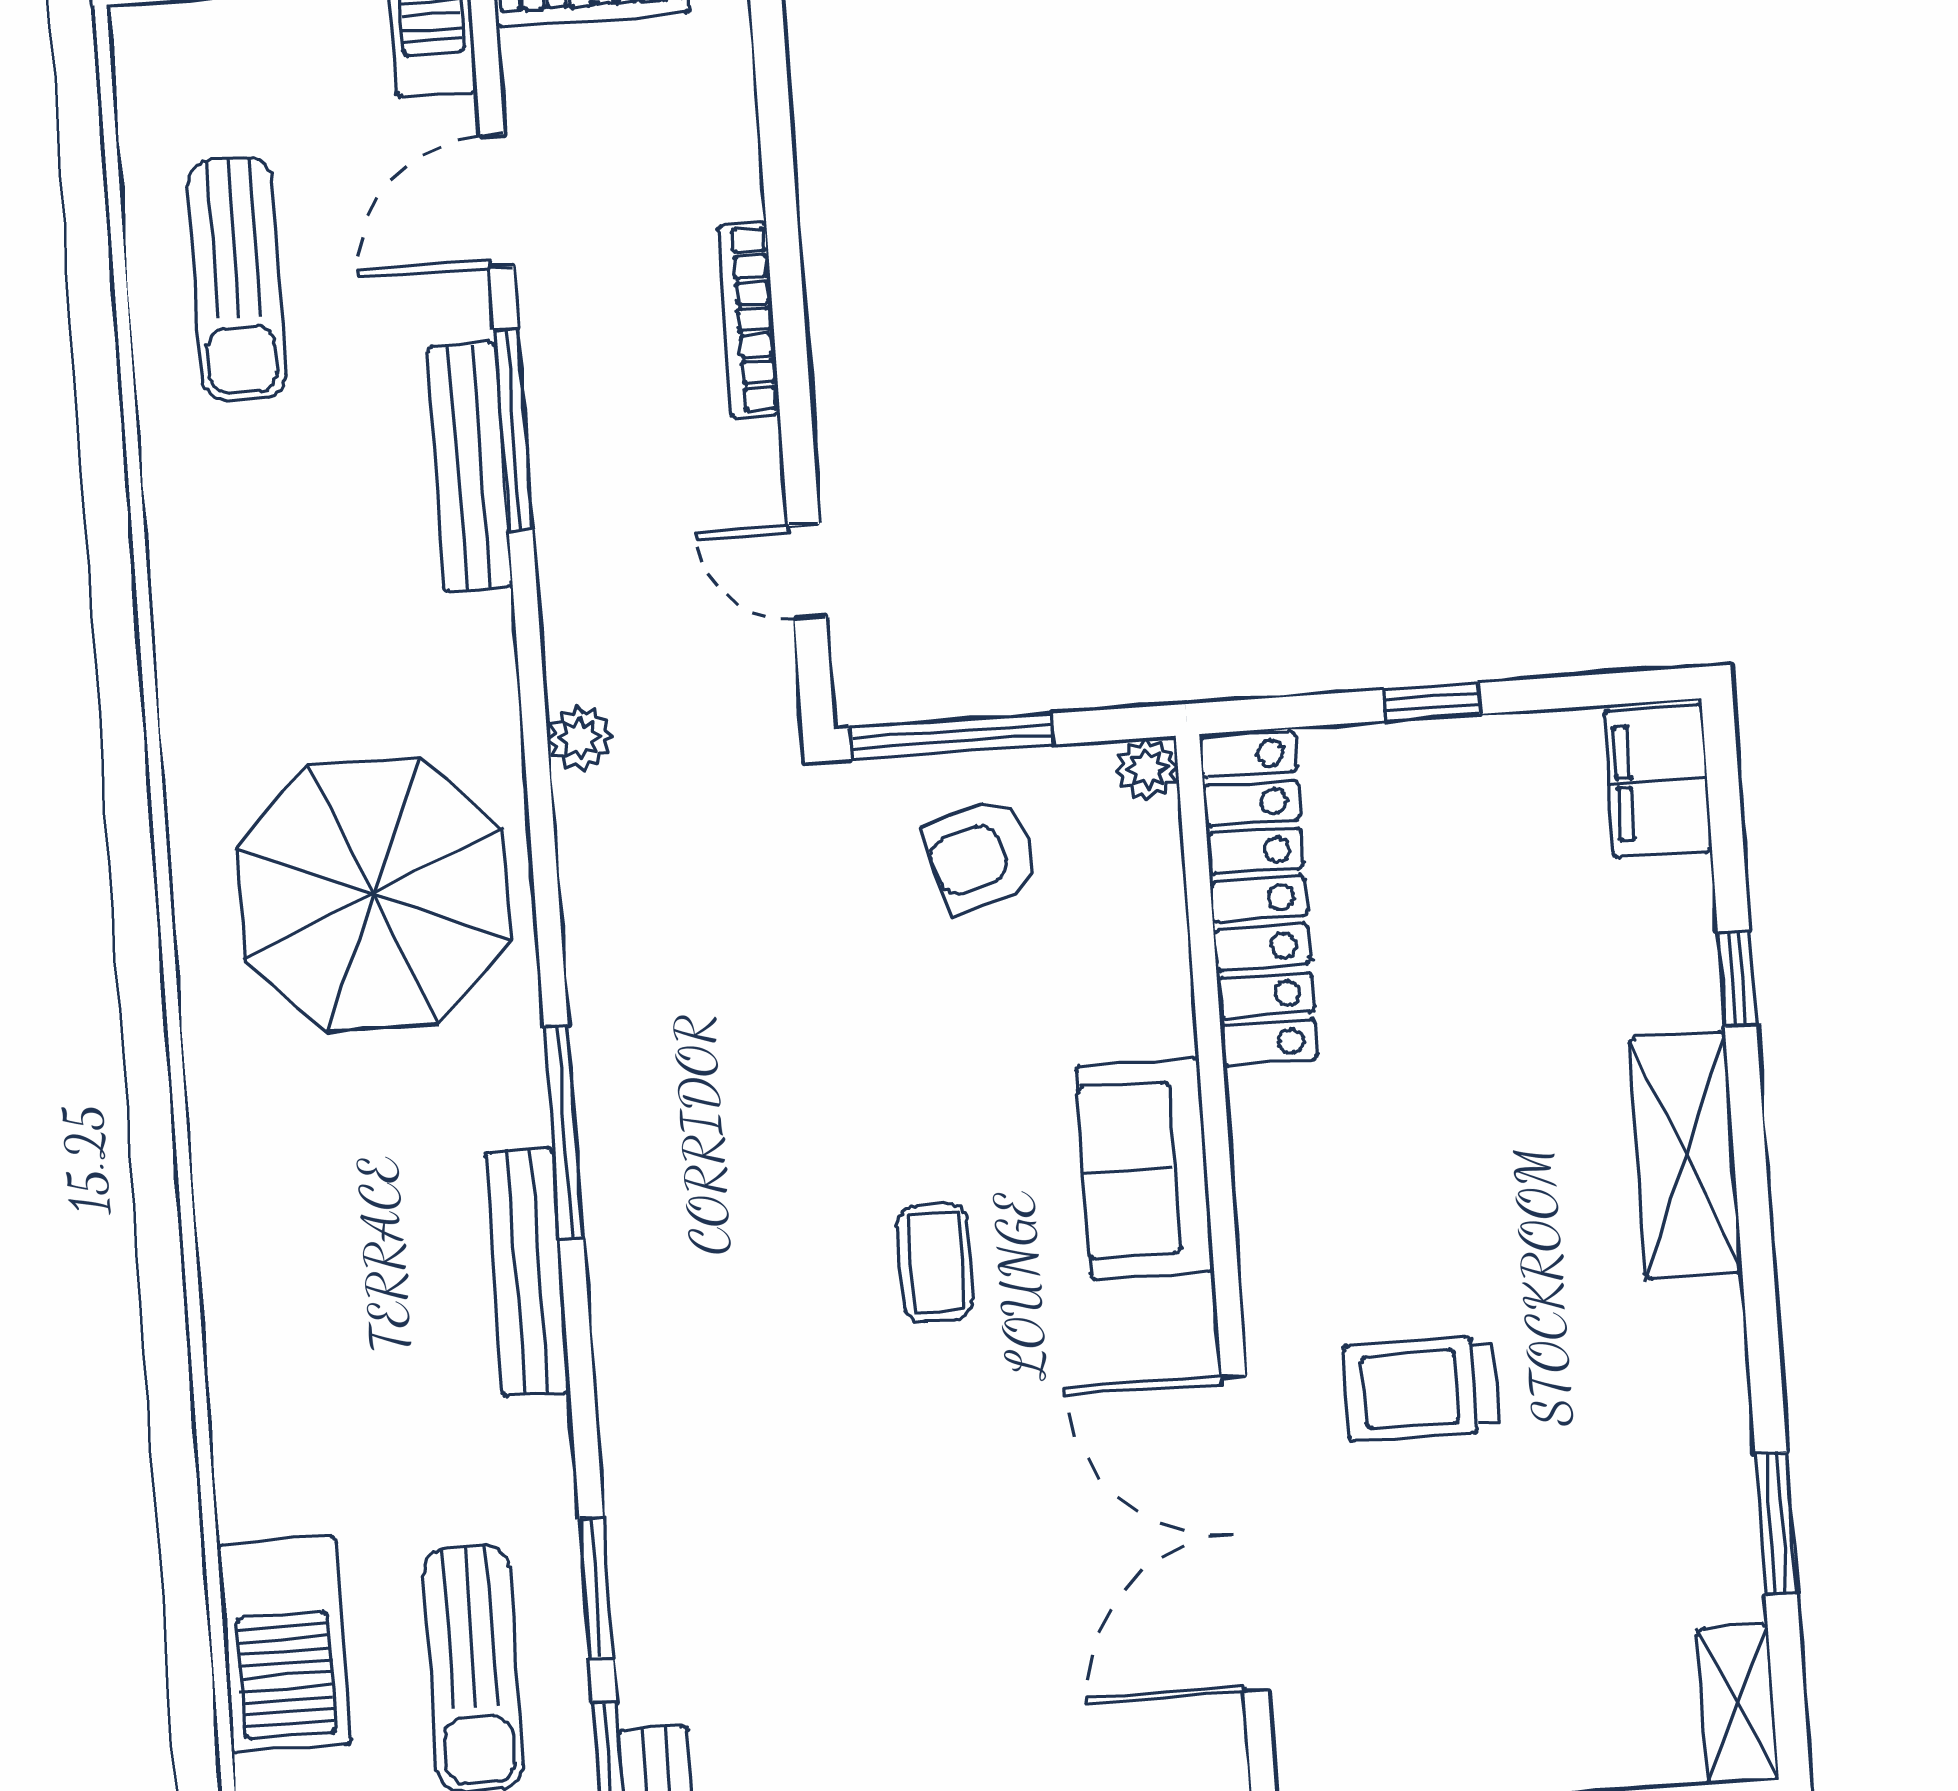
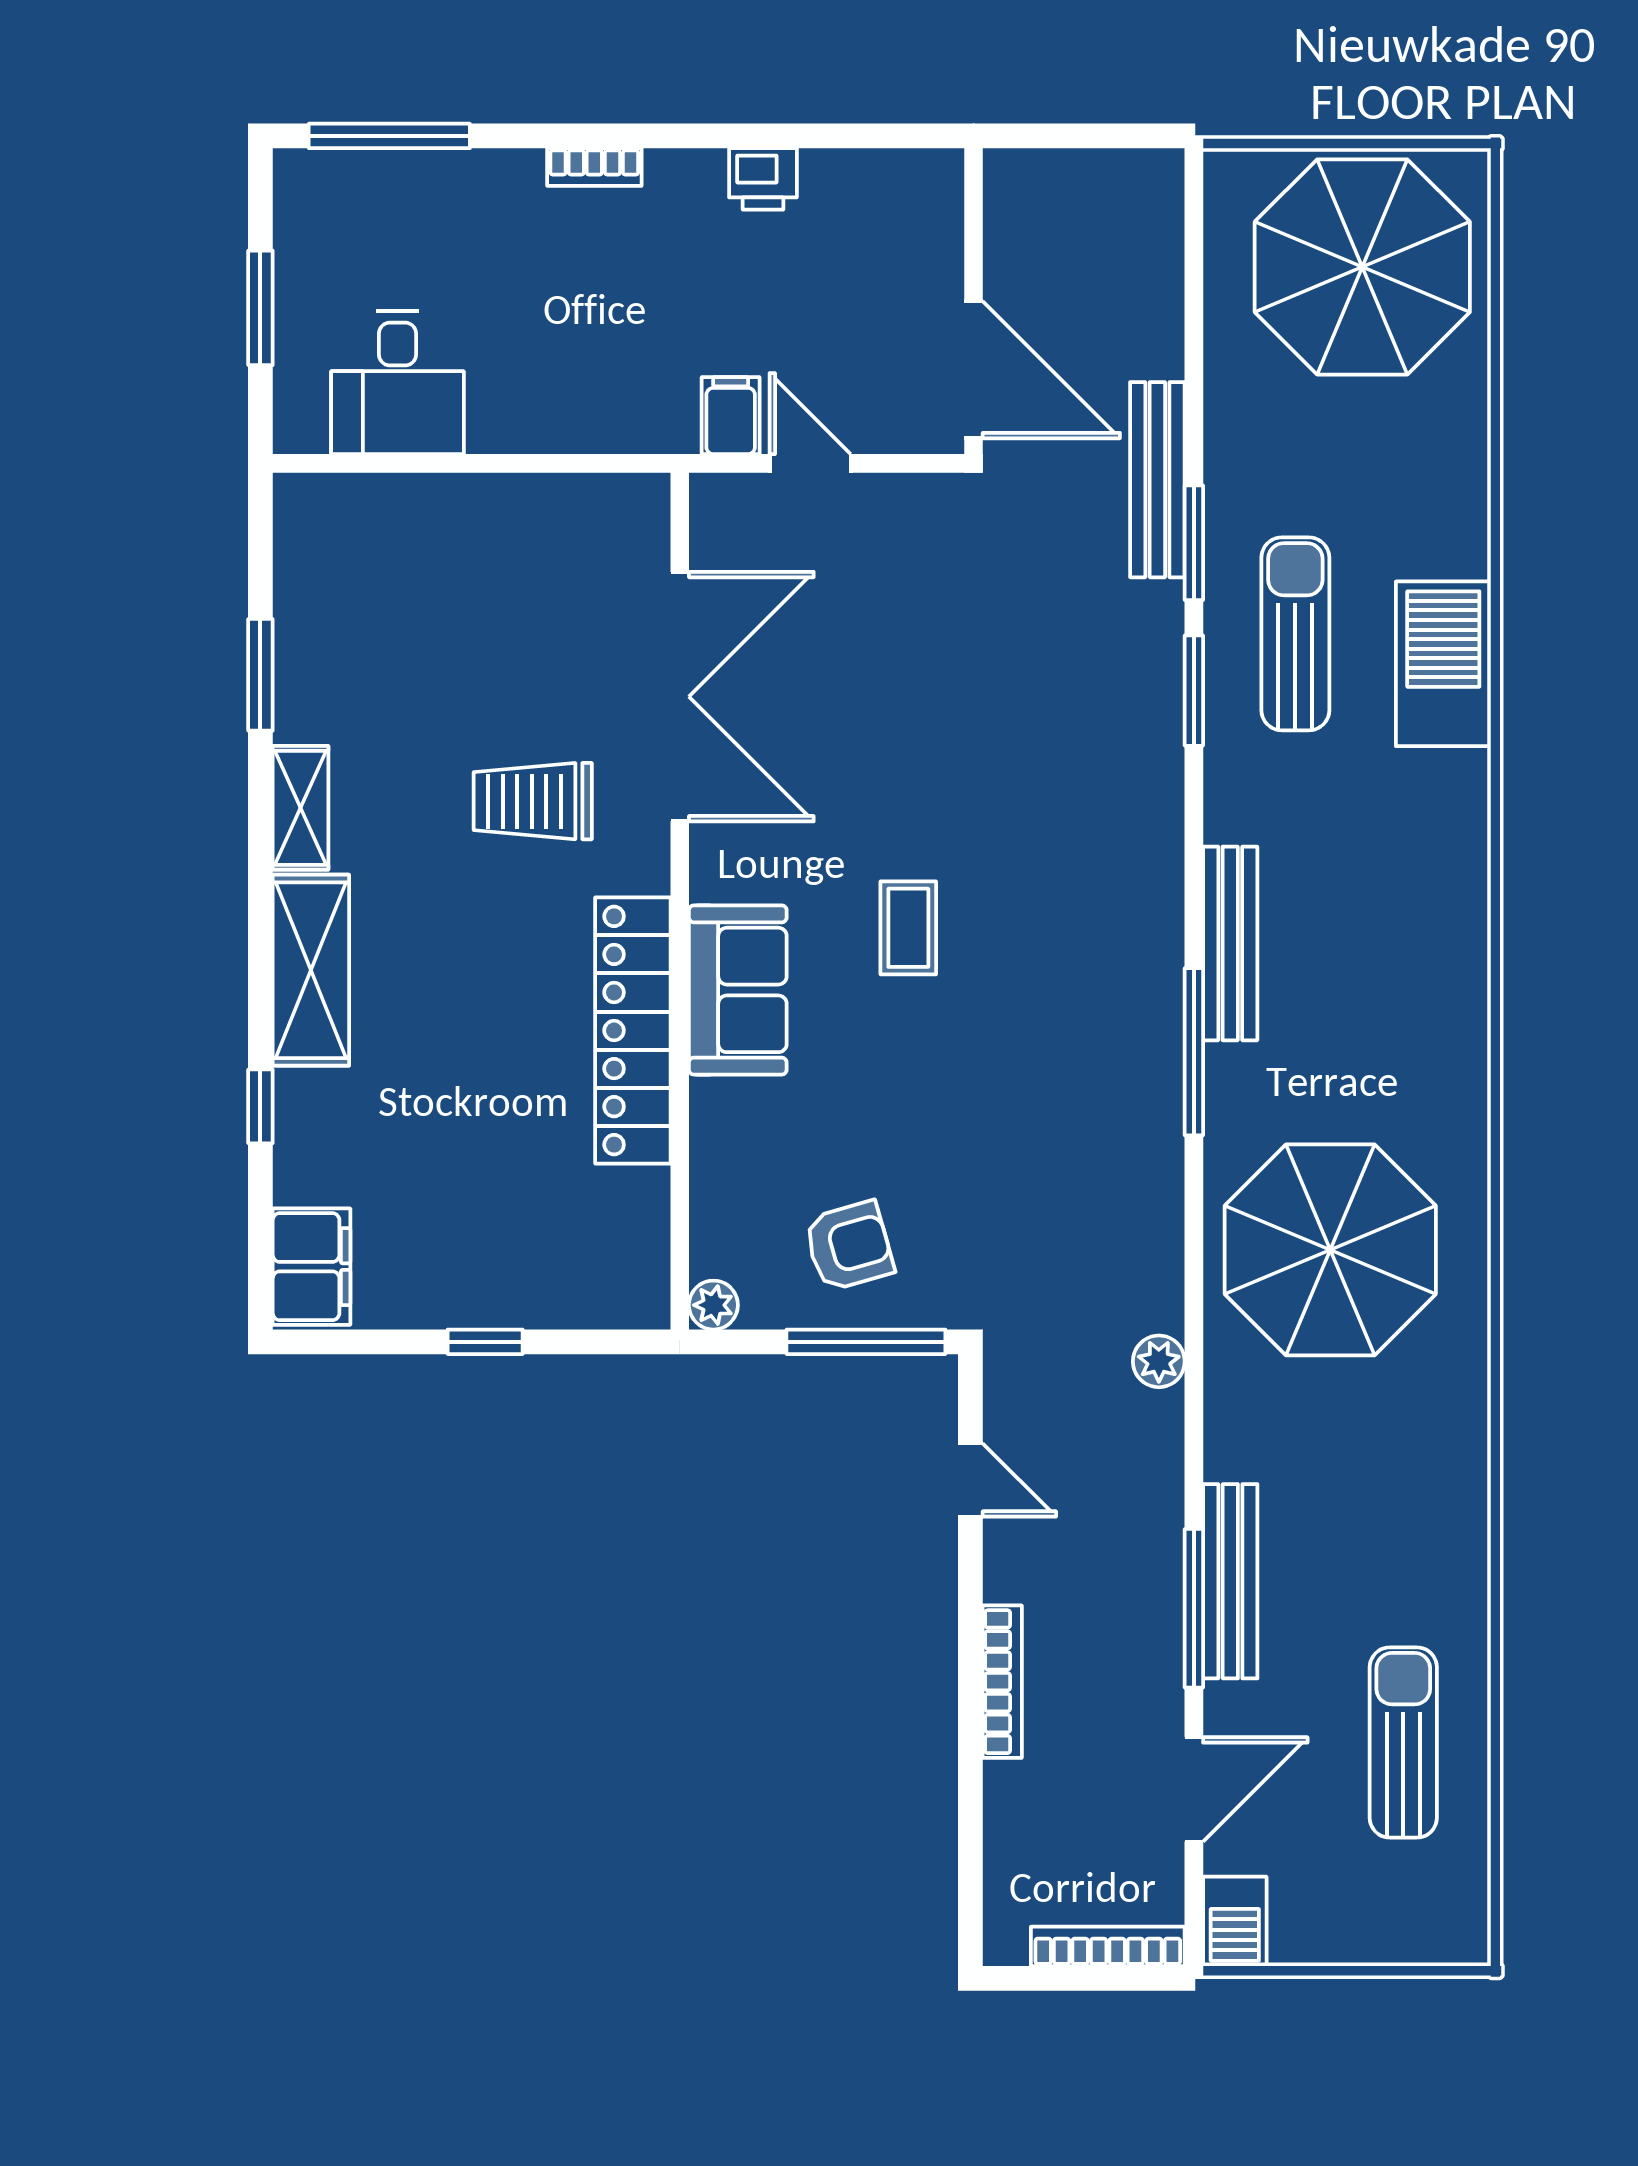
locker: (1259, 899) -> (633, 1031), moved
trolley: (1421, 1389) -> (533, 801), turned 180
shelving: (1738, 1704) -> (301, 808), moved

